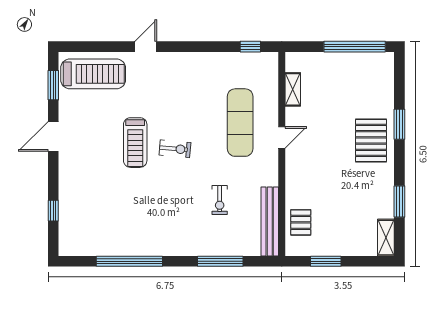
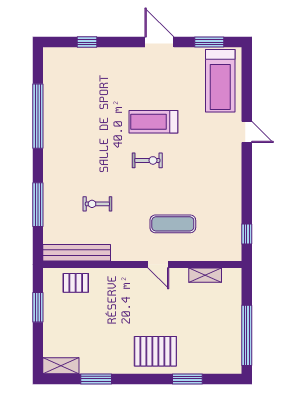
exercise mat: (240, 123) -> (173, 224), width x0.73, depth x0.69
window: (399, 124) -> (187, 379), moved
exercise bike: (175, 149) -> (147, 160), turned -95

